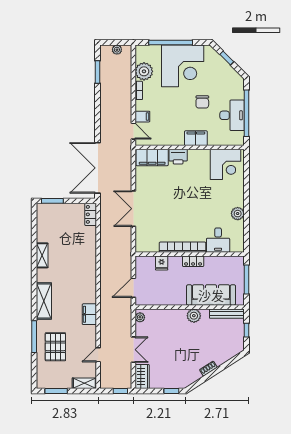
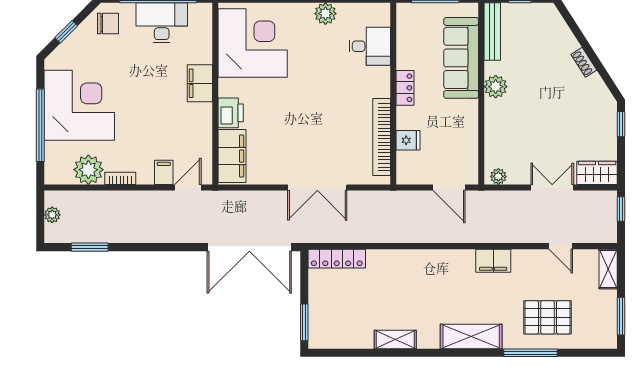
chair: (202, 102) -> (108, 24), moved
corner desk: (225, 164) -> (253, 43), width x1.36, depth x1.36
locker: (91, 214) -> (337, 259), width x1.53
bookcase: (183, 247) -> (382, 137), moved

